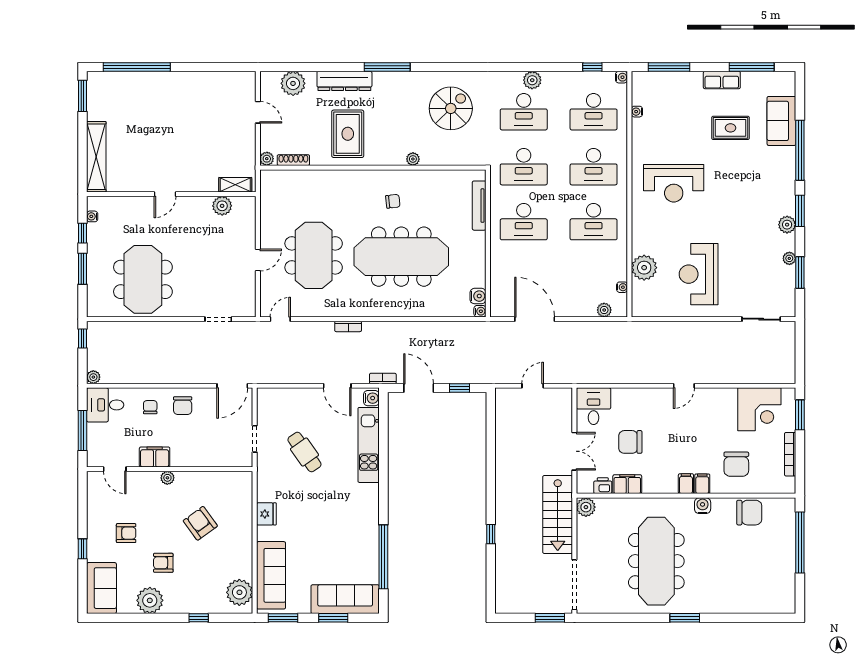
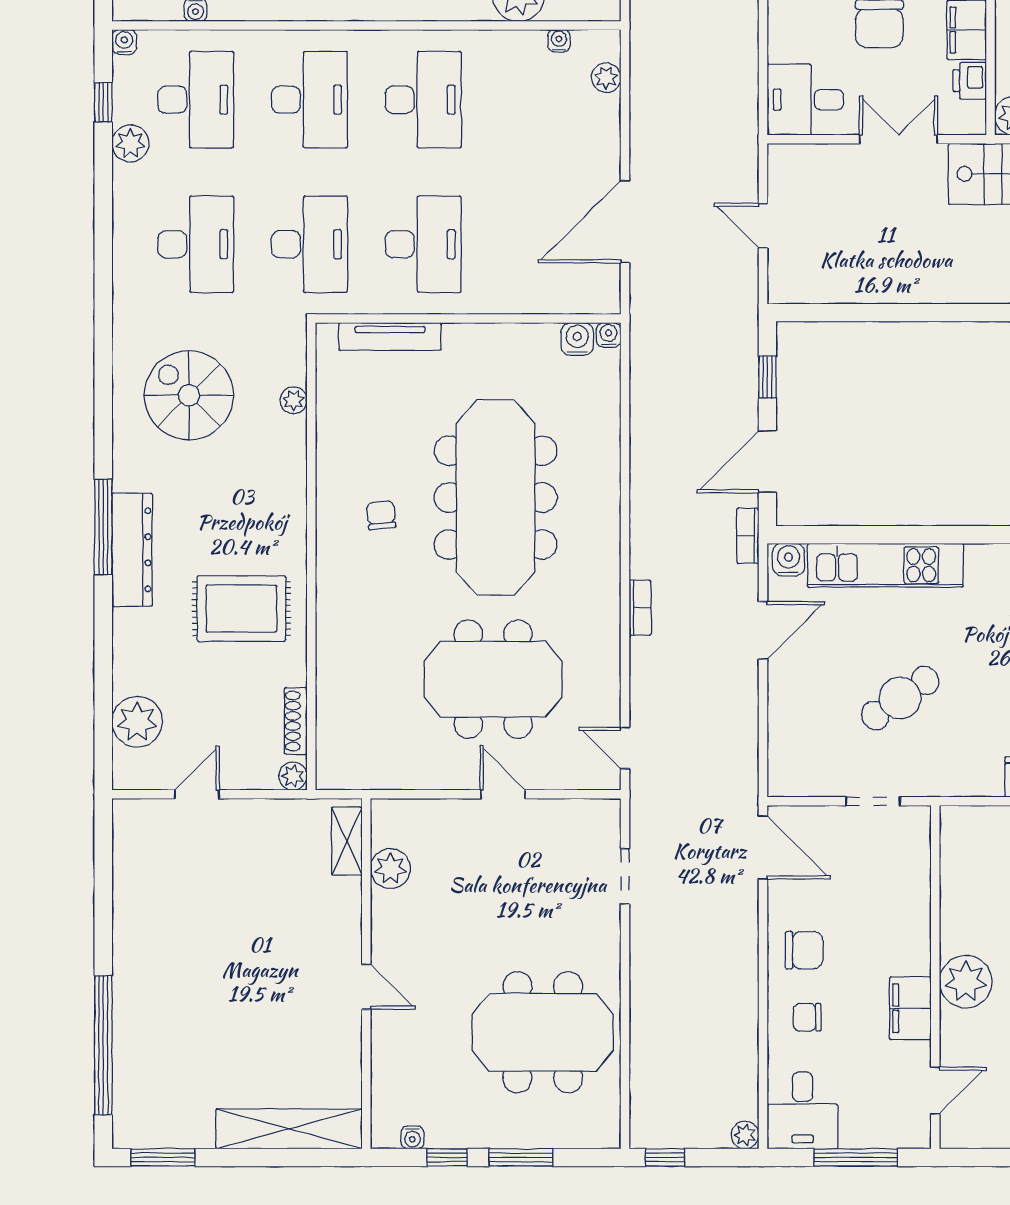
plant: (532, 80) -> (130, 143), moved
dresser: (344, 81) -> (132, 550), moved
plant: (413, 159) -> (294, 400), moved
plant: (167, 478) -> (966, 982), width x1.87, depth x1.87

